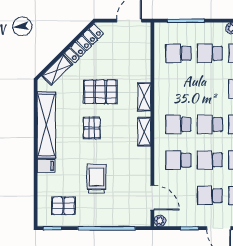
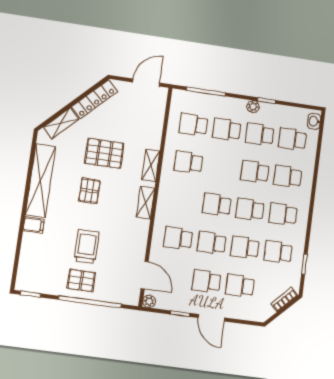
school desk: (178, 124) -> (188, 162), moved
pallet: (63, 206) -> (81, 280), moved

